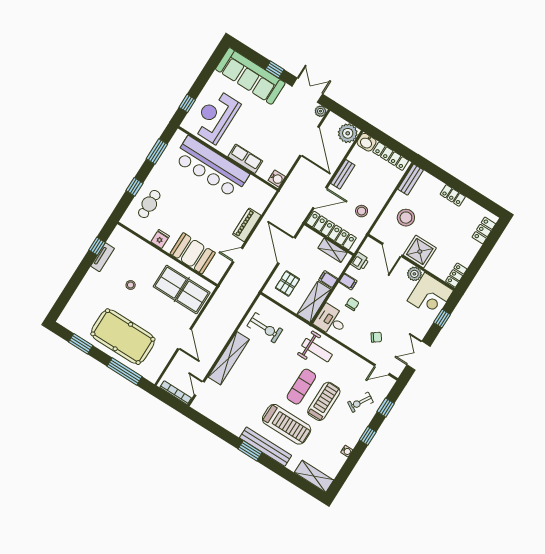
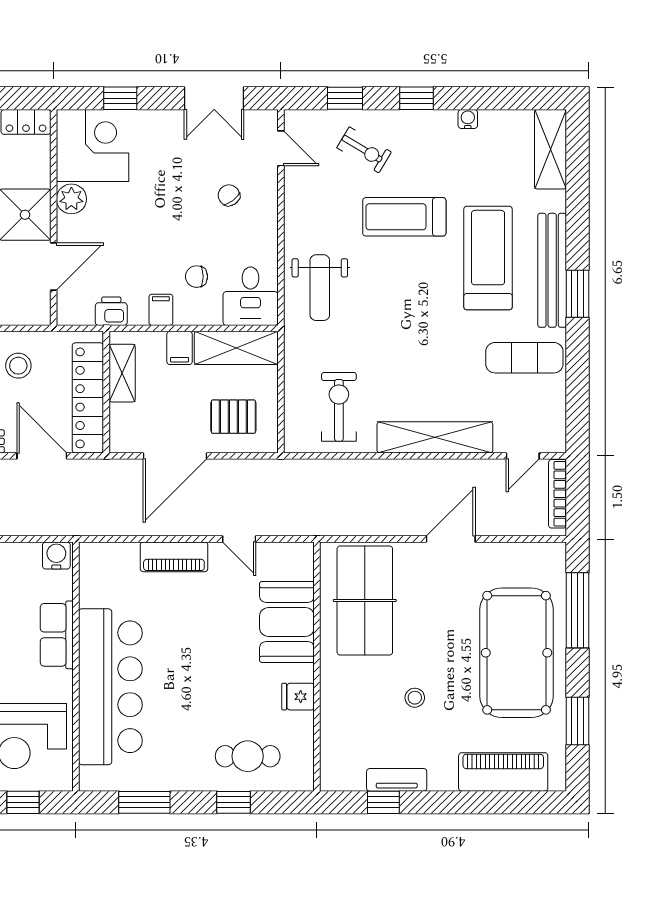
piano: (79, 301) -> (503, 772), added
weight bench: (317, 350) -> (320, 288), turned 180
exercise mat: (301, 387) -> (524, 358), moved

